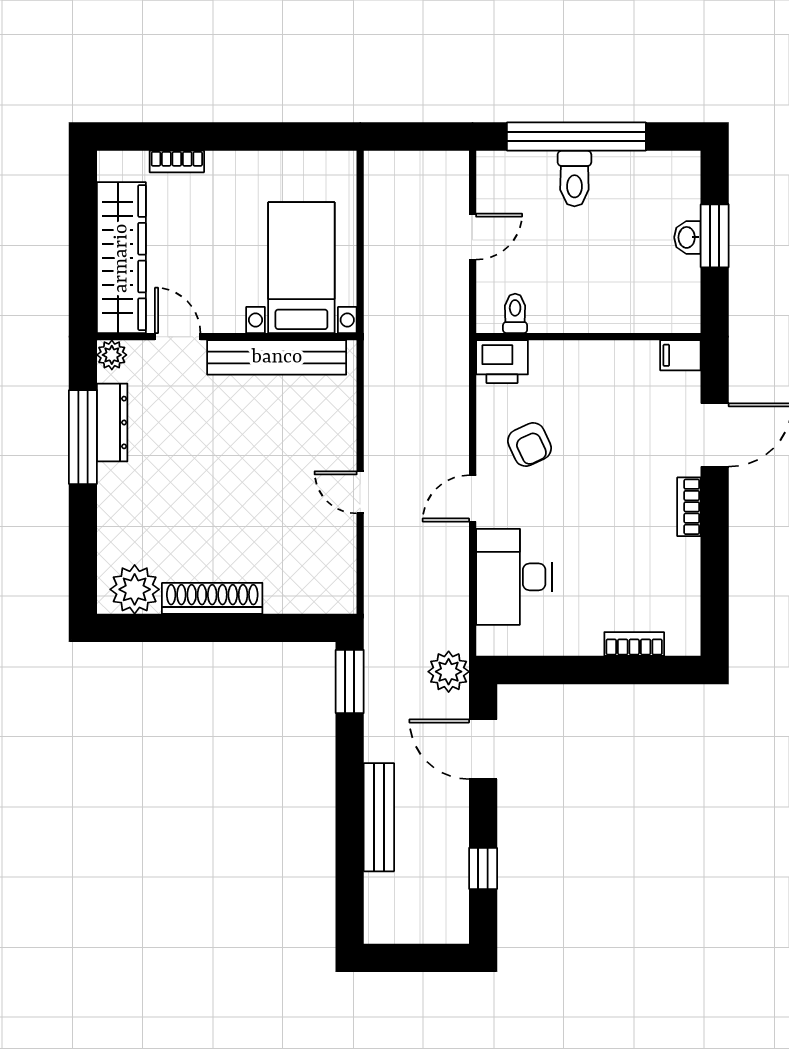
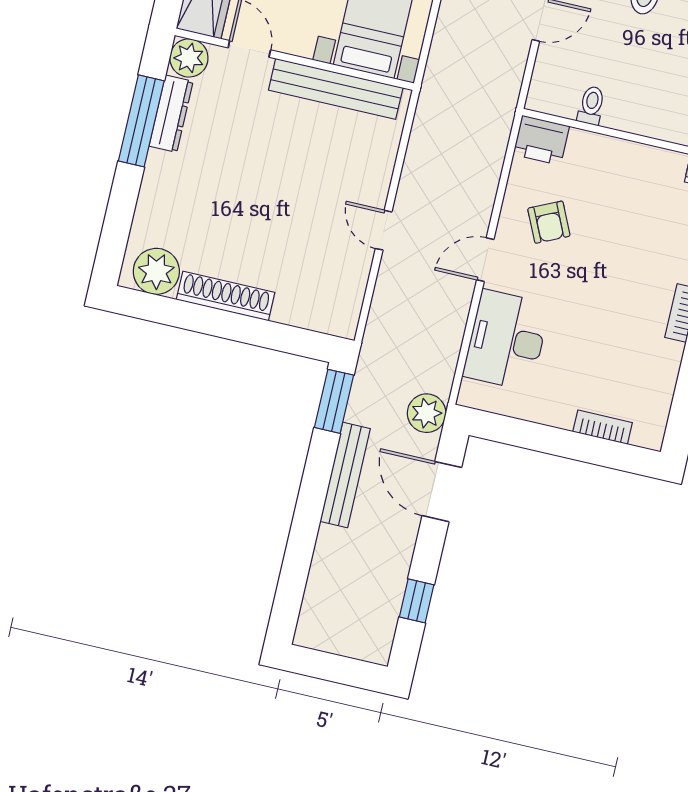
toilet: (515, 313) -> (591, 105), moved
plant: (112, 355) -> (189, 58), width x1.38, depth x1.38
bench: (379, 817) -> (345, 475), moved

